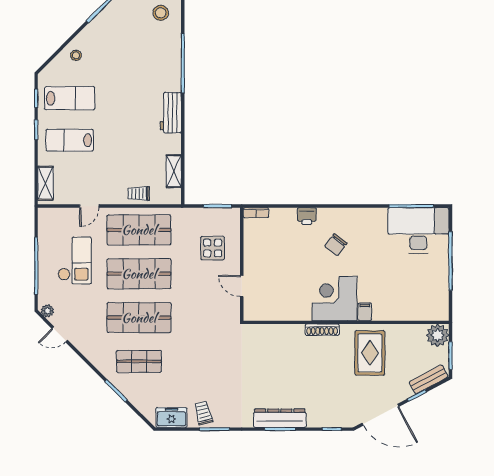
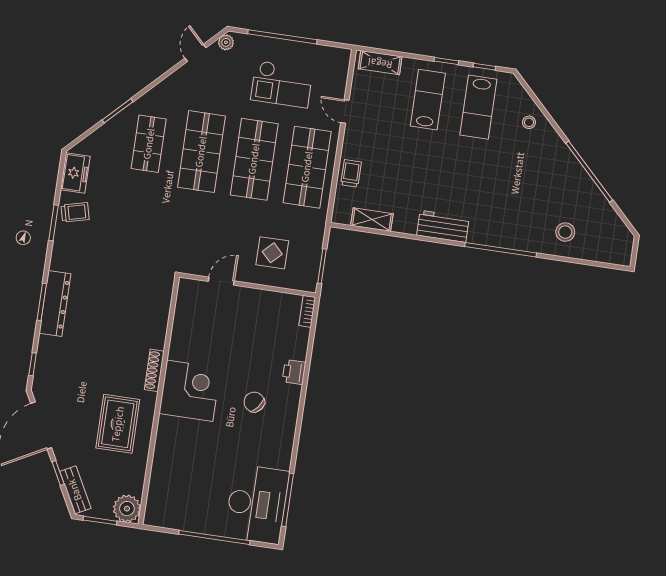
filing cabinet: (365, 312) -> (168, 425), removed
rug: (370, 353) -> (118, 424), turned 90

